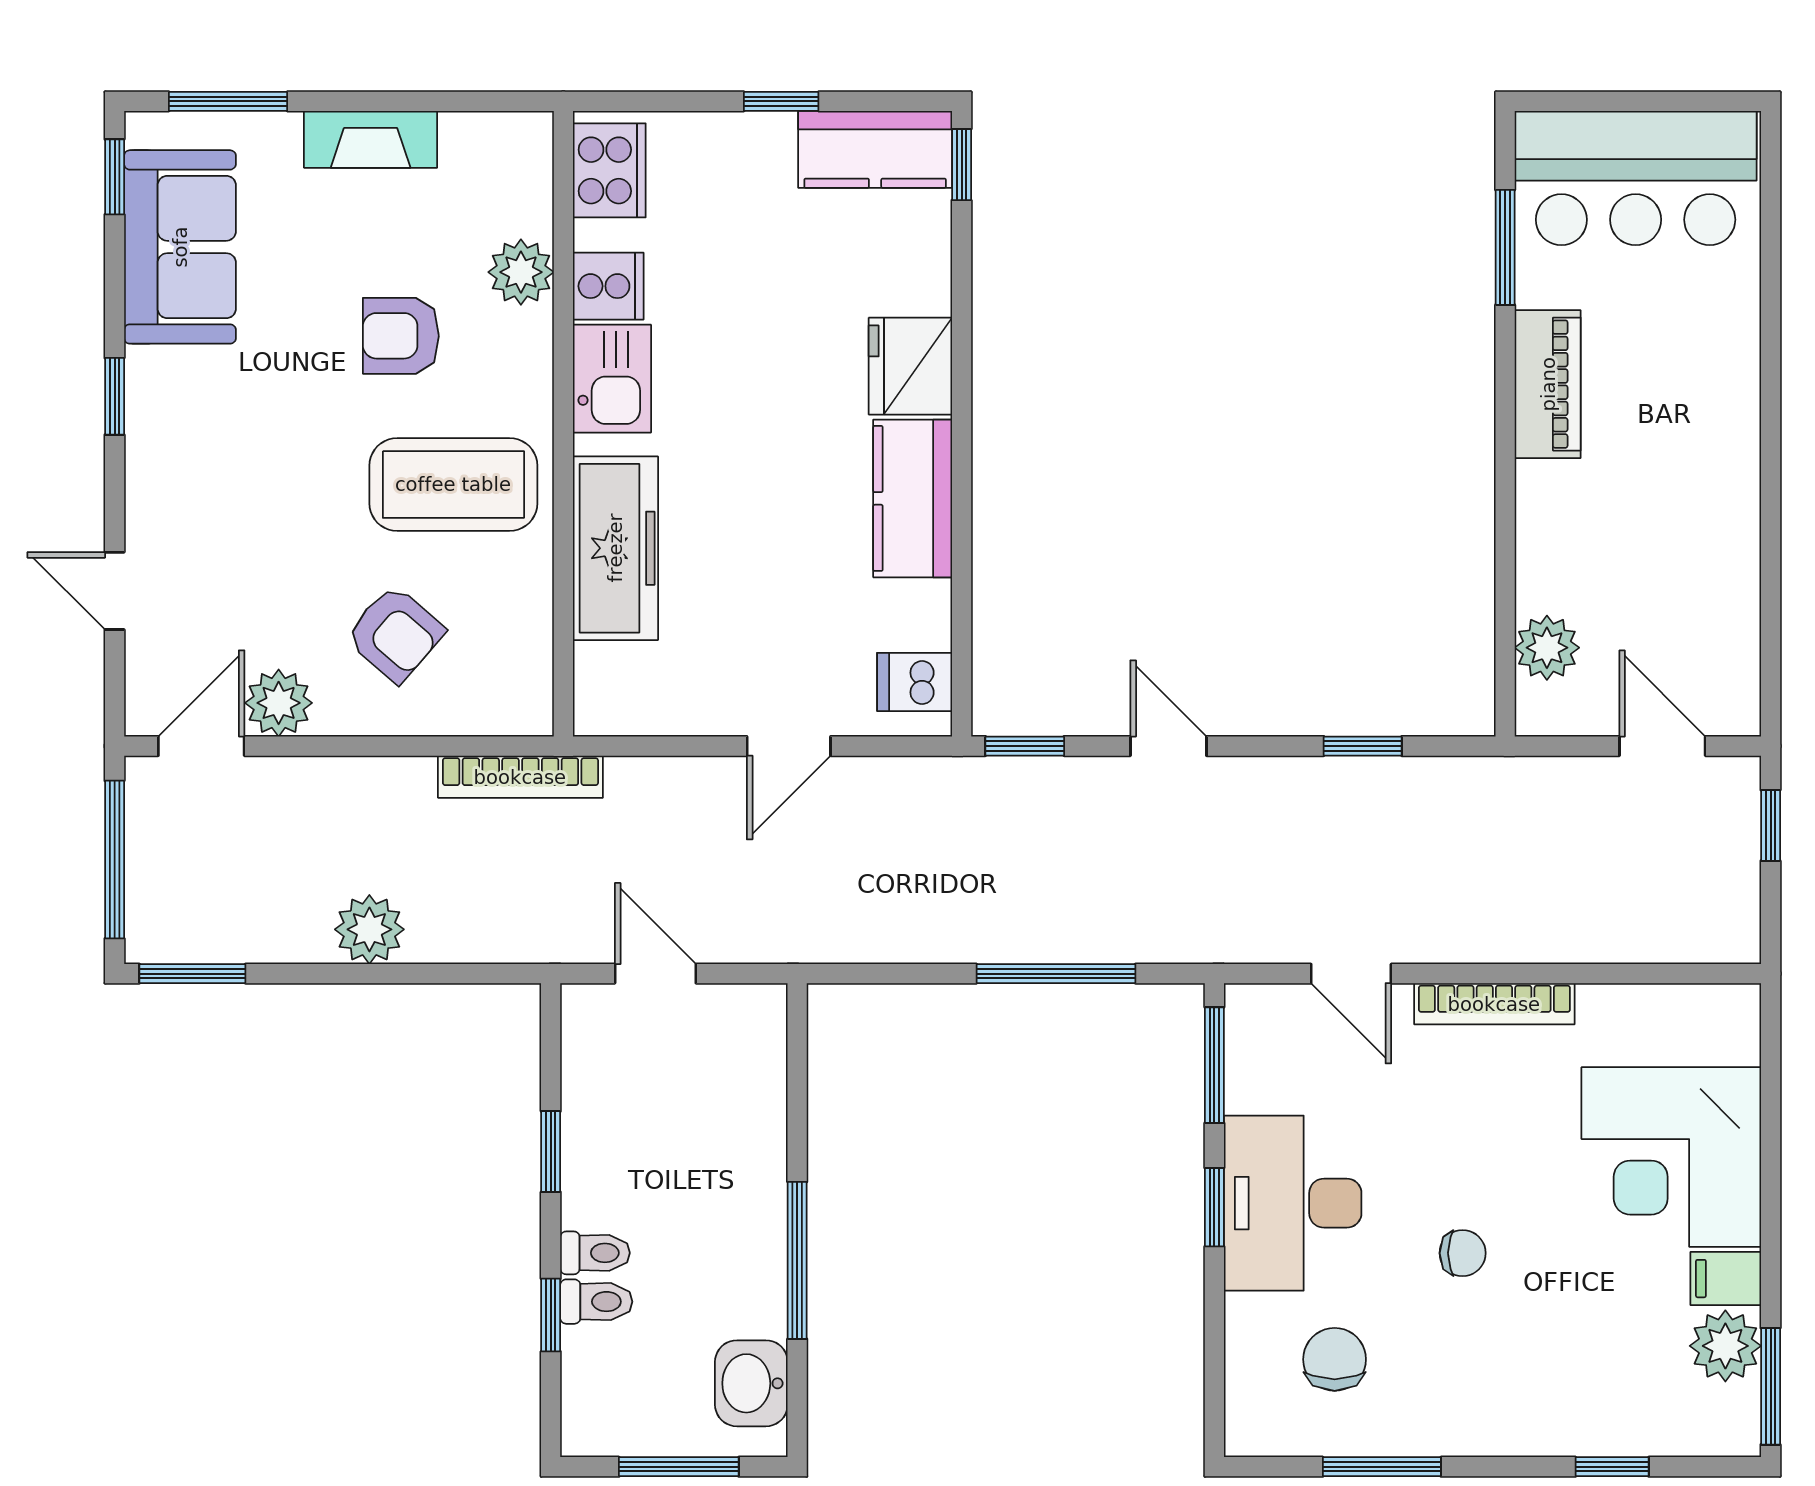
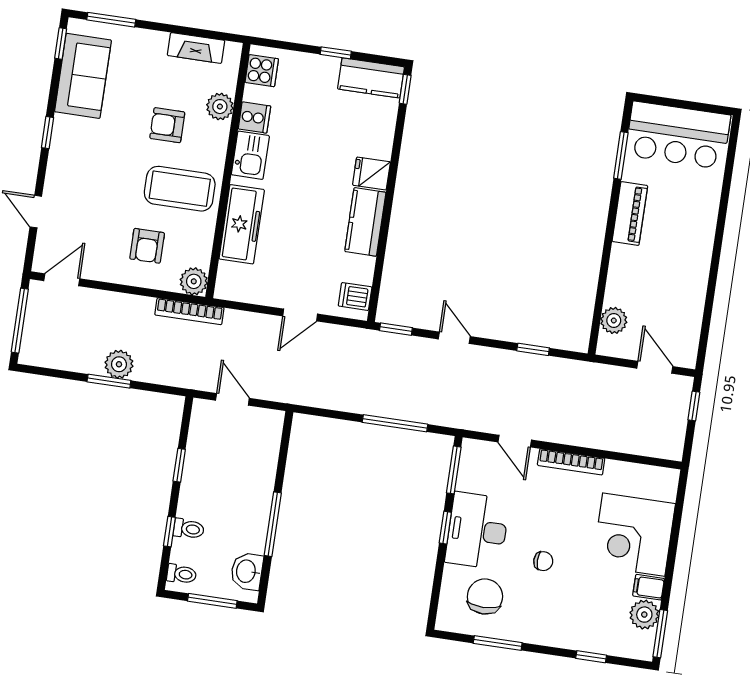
fireplace: (371, 139) -> (196, 48), moved
cooker: (609, 170) -> (262, 71), width x0.73
fridge: (910, 366) -> (371, 173), width x0.72
armchair: (395, 634) -> (147, 246), turned 49
plant: (279, 703) -> (194, 281), moved
window: (192, 974) -> (109, 381), moved
toilet: (595, 1253) -> (182, 574), moved
chair: (1335, 1359) -> (485, 597), width x1.37, depth x1.37

